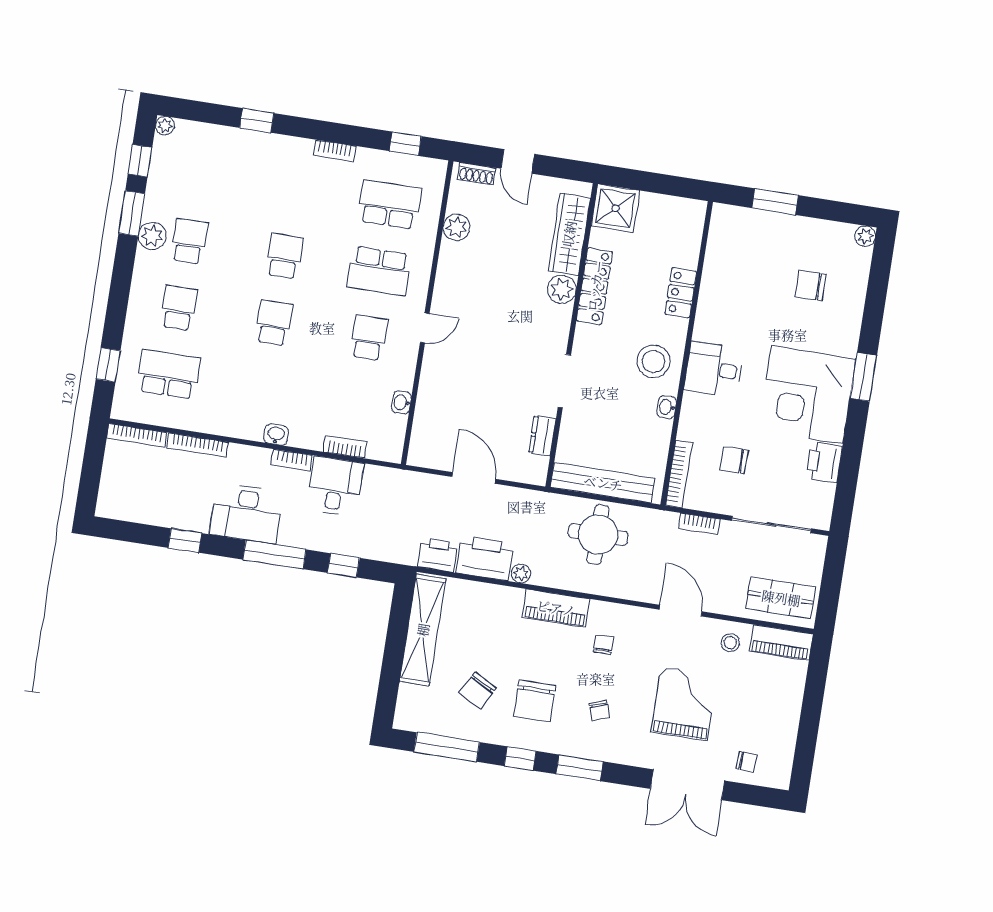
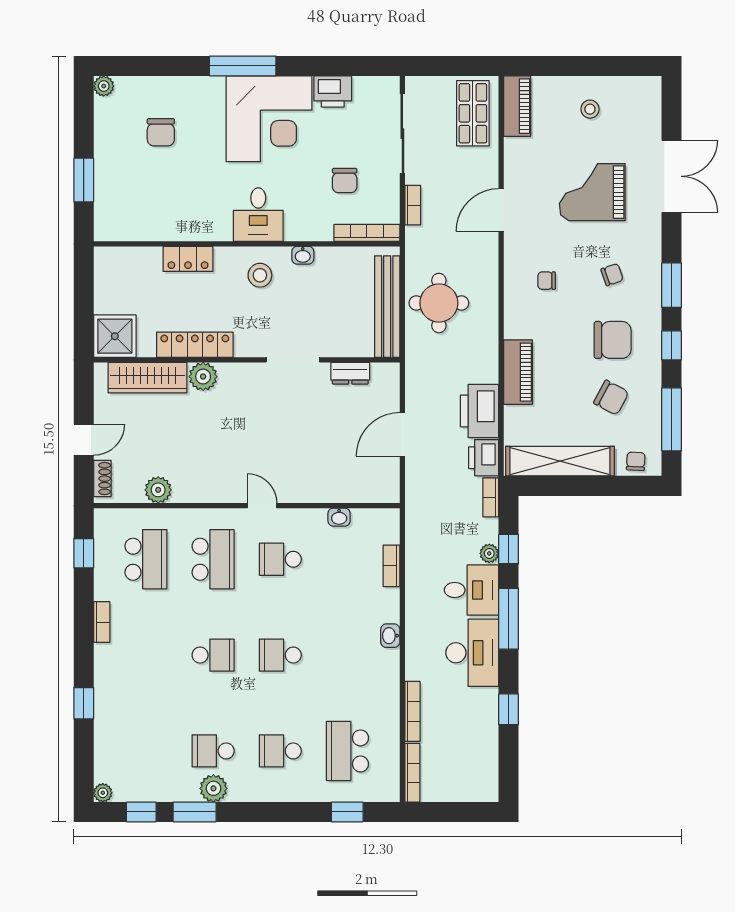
school desk: (390, 205) -> (146, 559), turned 180
school desk: (284, 256) -> (213, 655), turned 180
stool: (653, 361) -> (260, 275), width x0.73, depth x0.73
window: (863, 377) -> (243, 66), width x1.44
bookcase: (292, 460) -> (491, 497), moved, turned 180
desk: (335, 486) -> (472, 590), moved, turned 180
plant: (521, 574) -> (489, 553), moved
piano: (556, 608) -> (518, 372), moved
stool: (730, 643) -> (590, 109), moved
chair: (746, 762) -> (636, 461), moved

